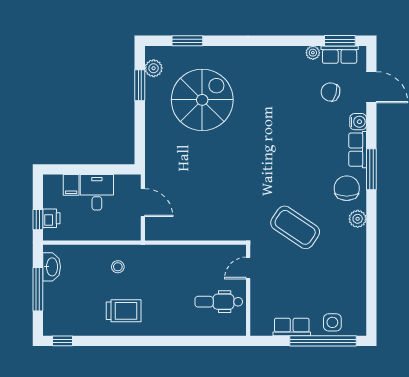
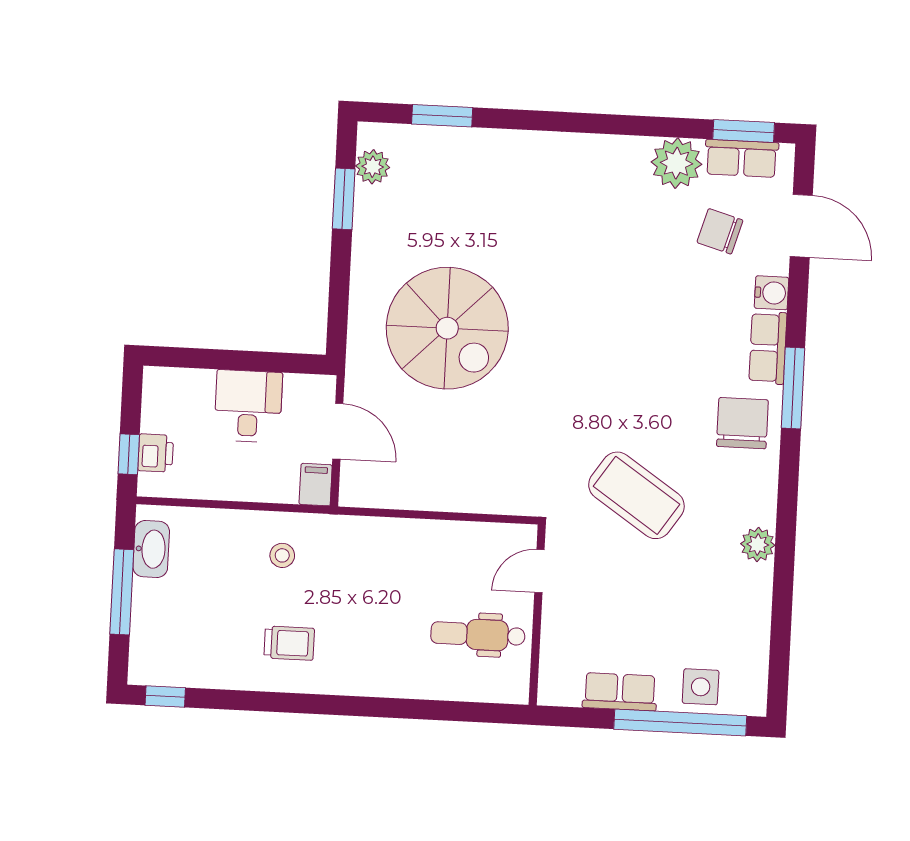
plant: (313, 53) -> (676, 163), width x1.87, depth x1.87
spiral stairs: (202, 100) -> (447, 328), moved, turned 90
filing cabinet: (71, 185) -> (316, 485), moved, turned 180
plant: (358, 219) -> (758, 545), moved
trolley: (124, 311) -> (289, 643), width x0.73, depth x0.72

